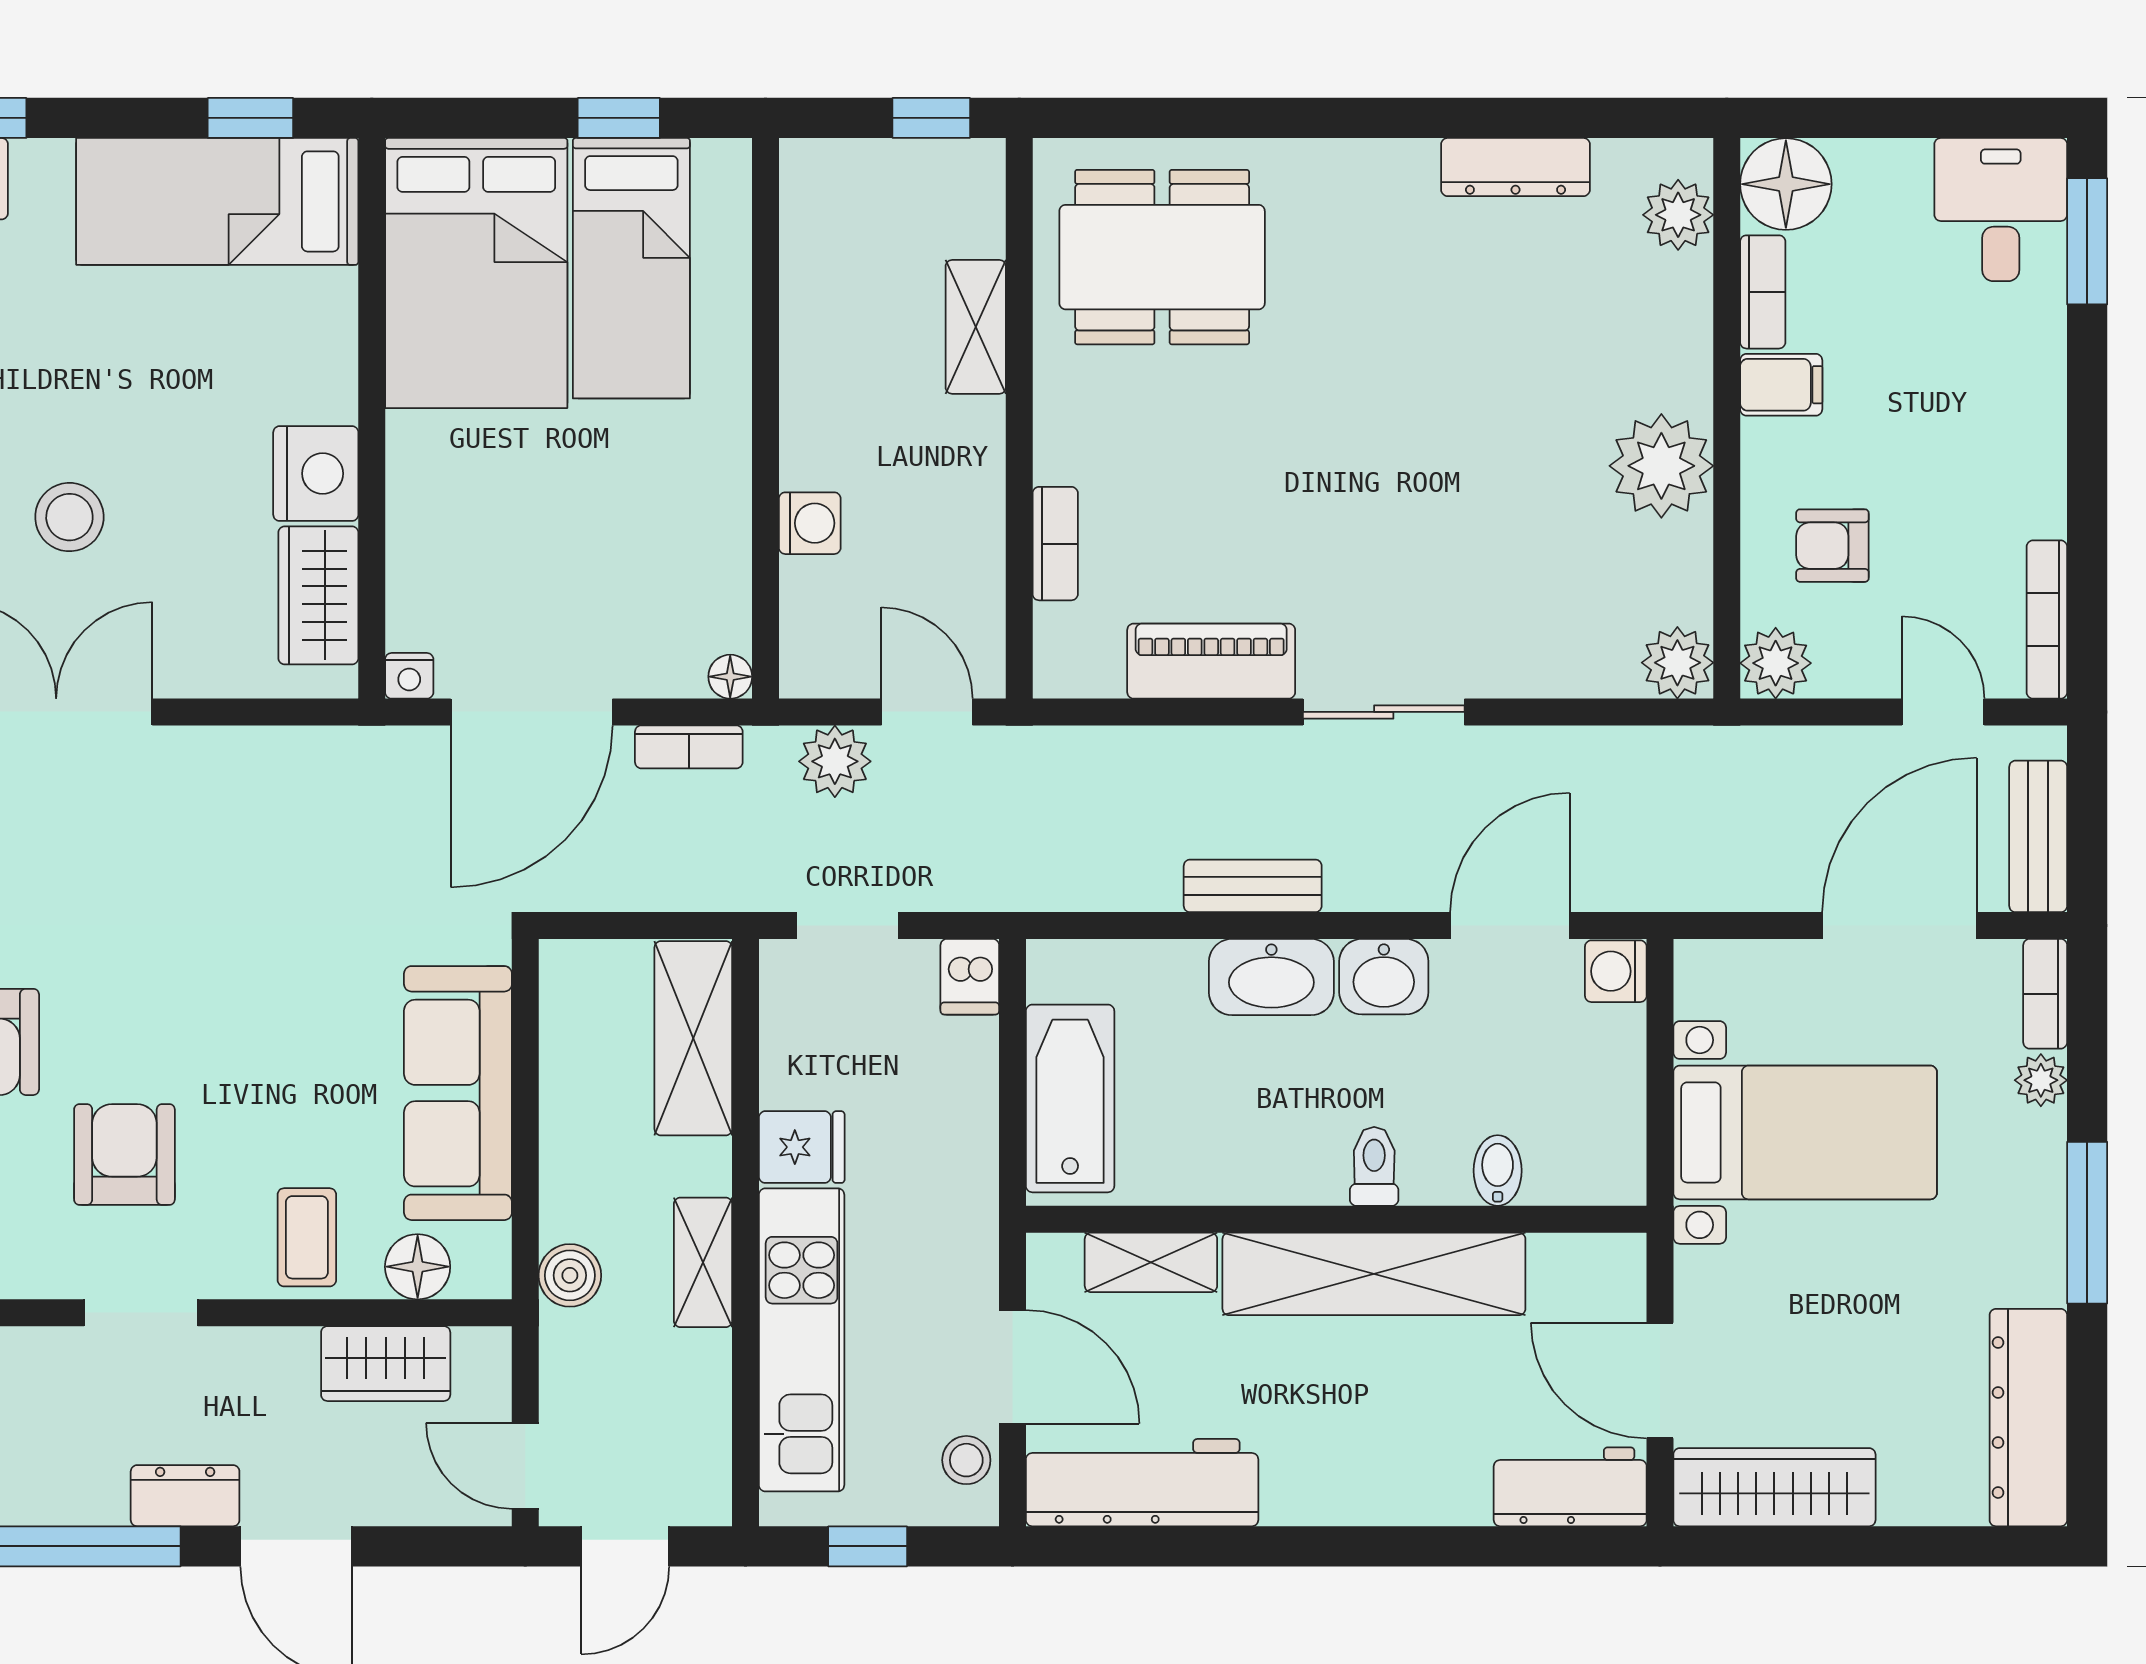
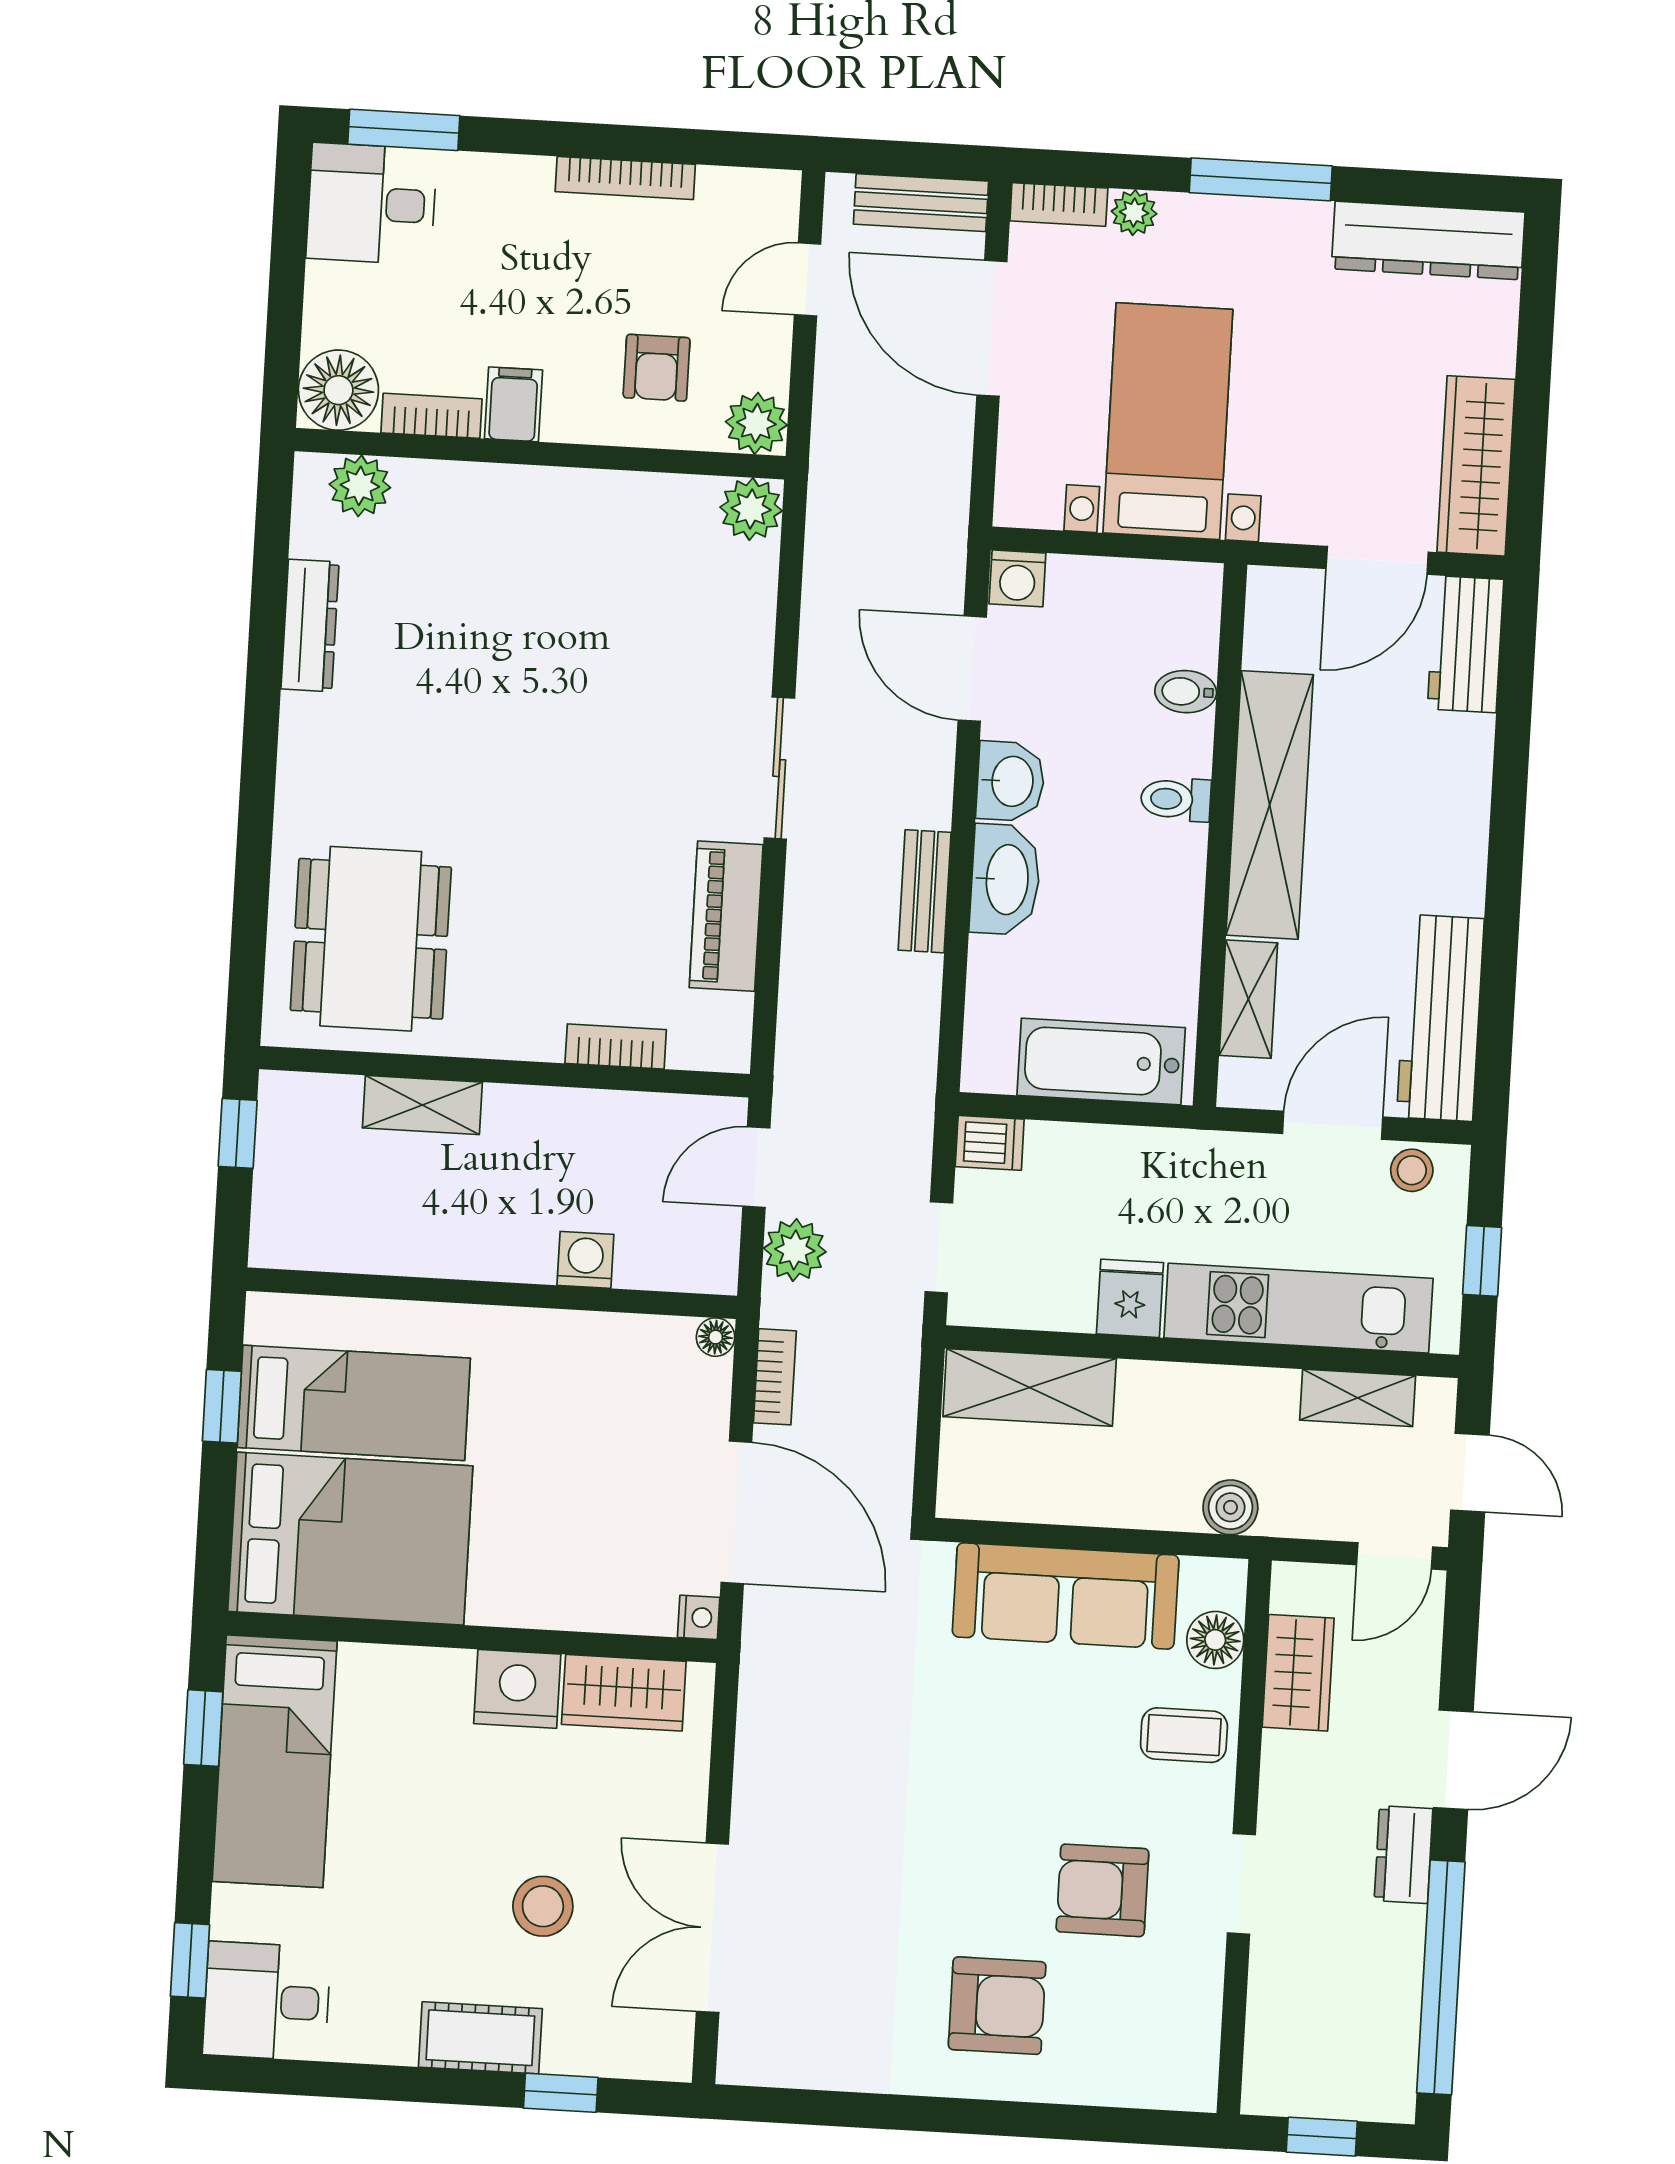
plant: (1661, 466) -> (578, 513), removed
bookcase: (2047, 619) -> (625, 178), moved
shelving: (703, 1262) -> (1358, 1398), moved

